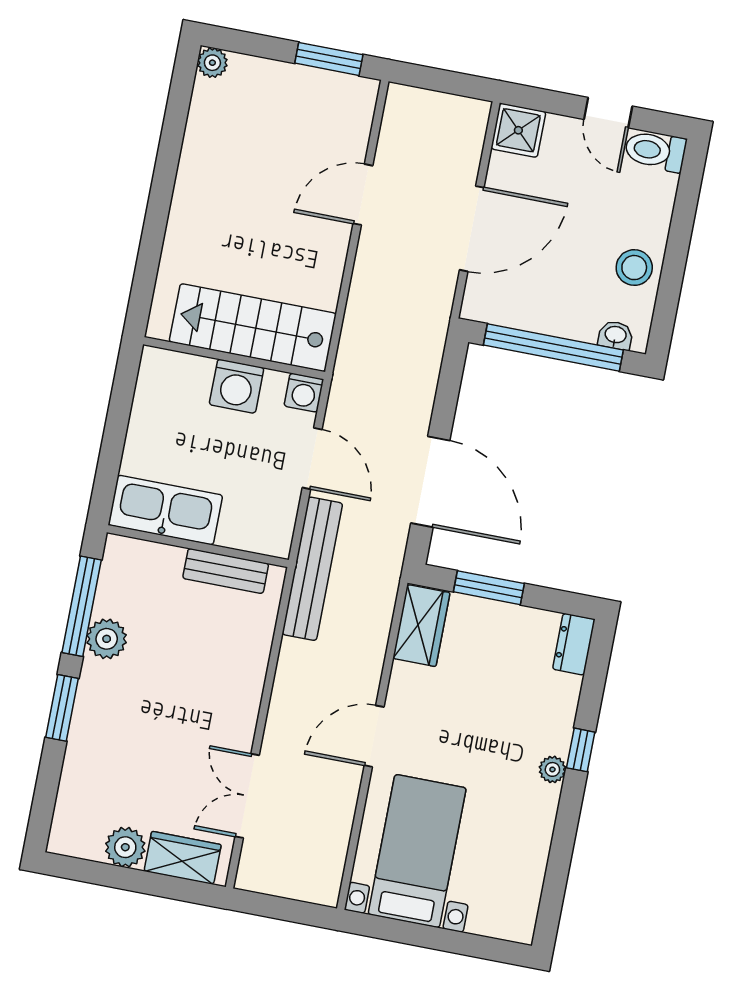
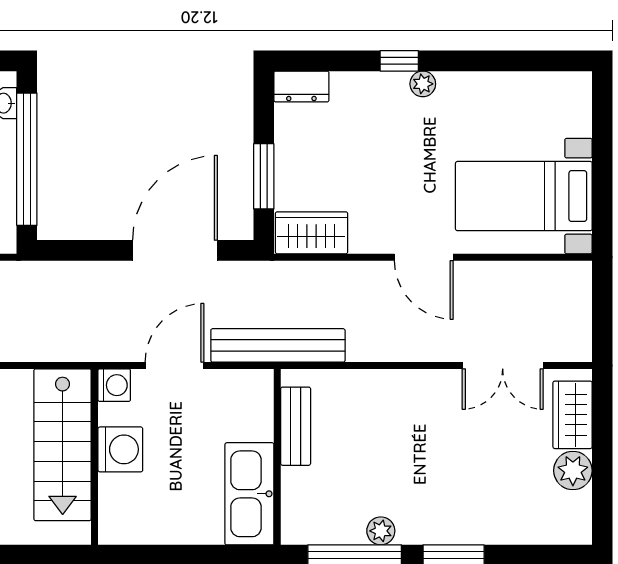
plant: (107, 639) -> (381, 531), width x0.73, depth x0.73

